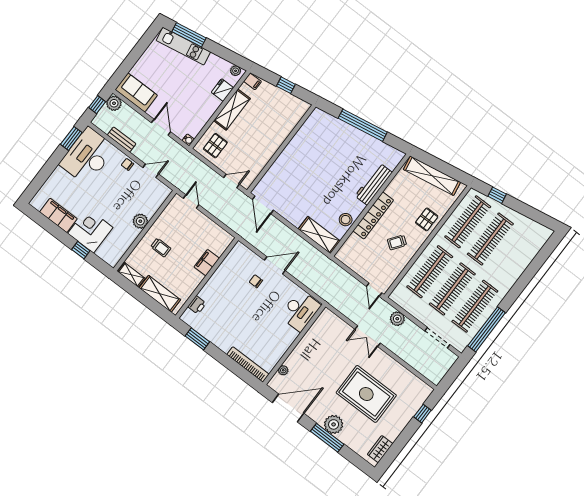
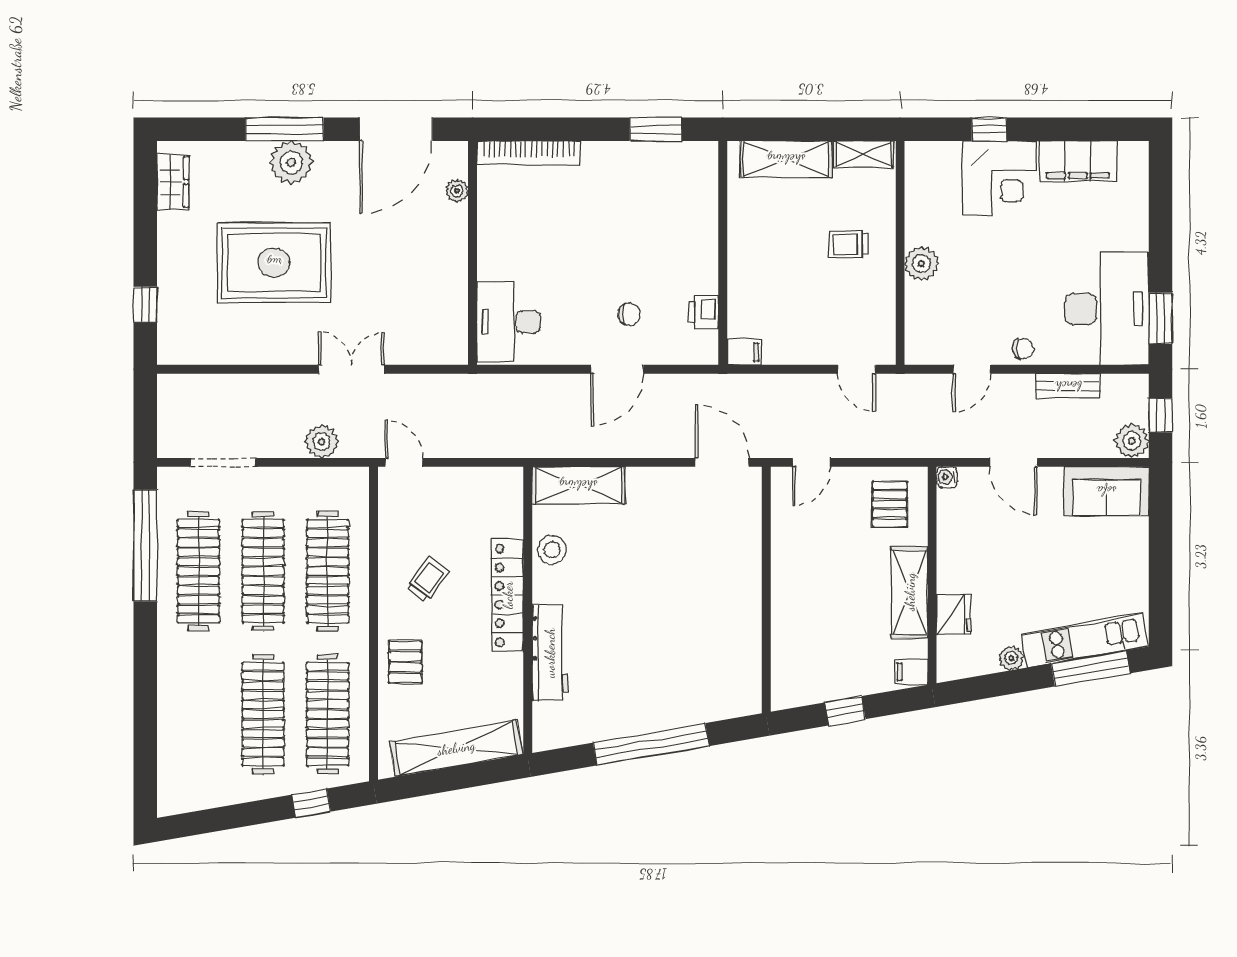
plant: (236, 71) -> (1011, 658), moved
filing cabinet: (207, 263) -> (744, 352), moved, width x0.50
printer: (197, 305) -> (703, 312), moved

